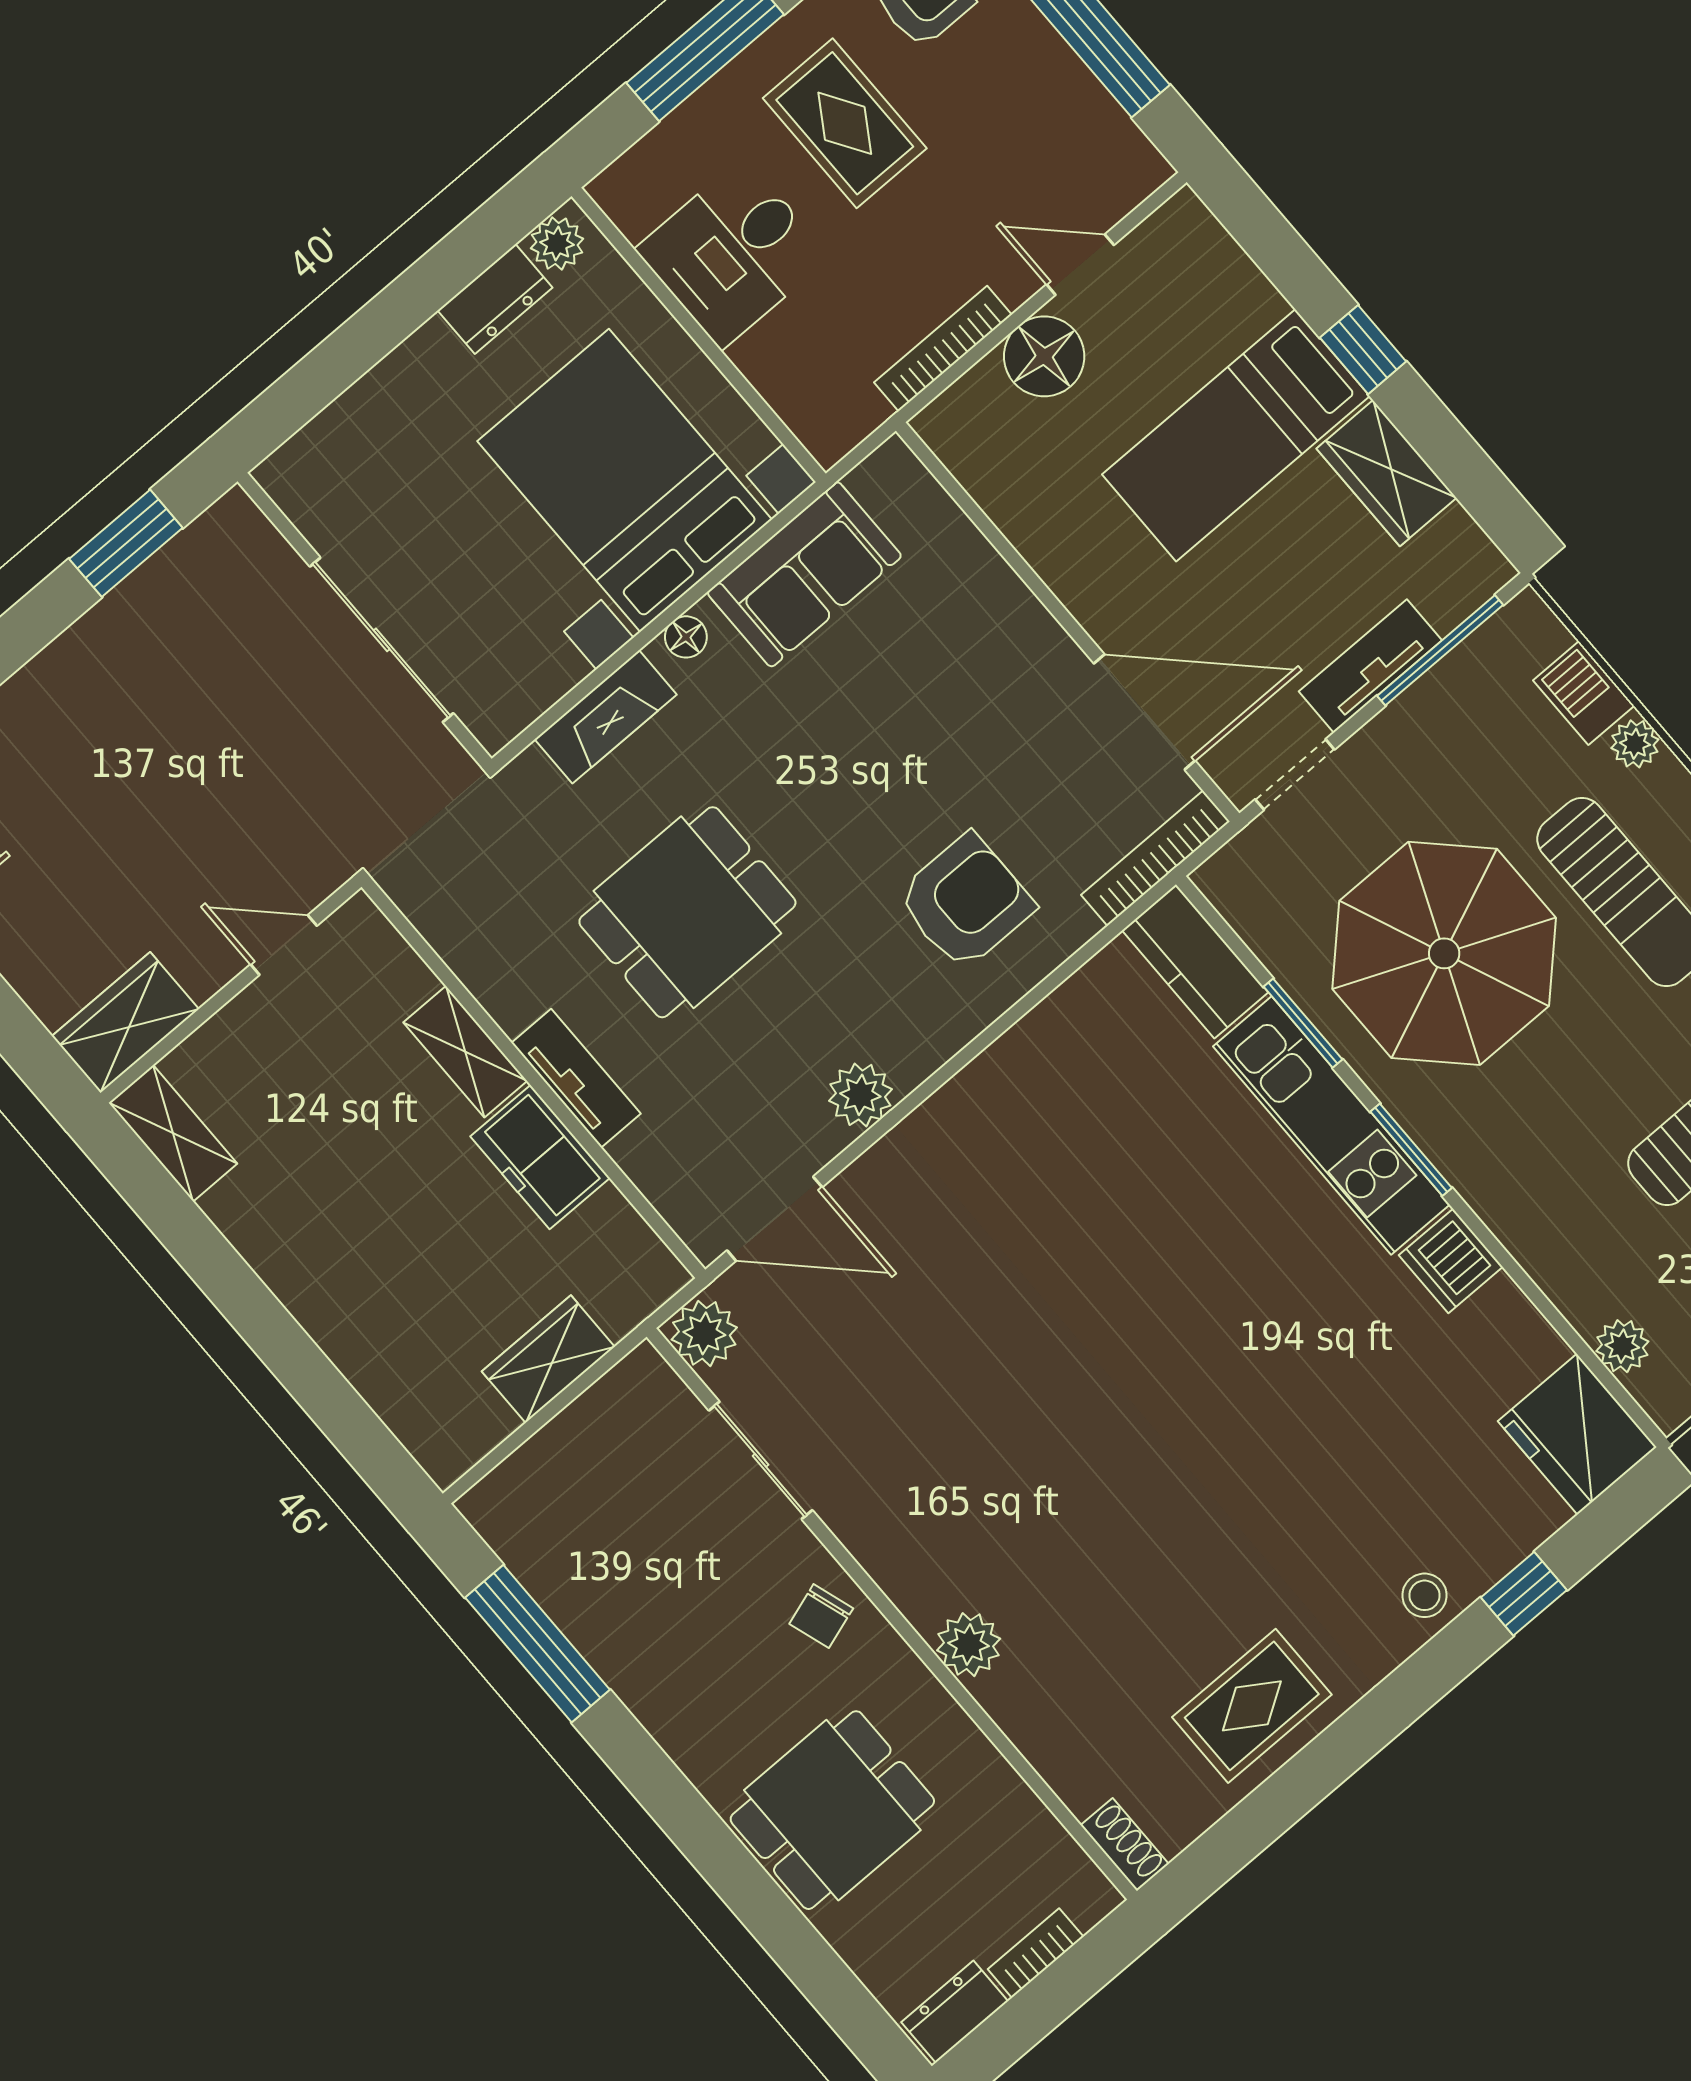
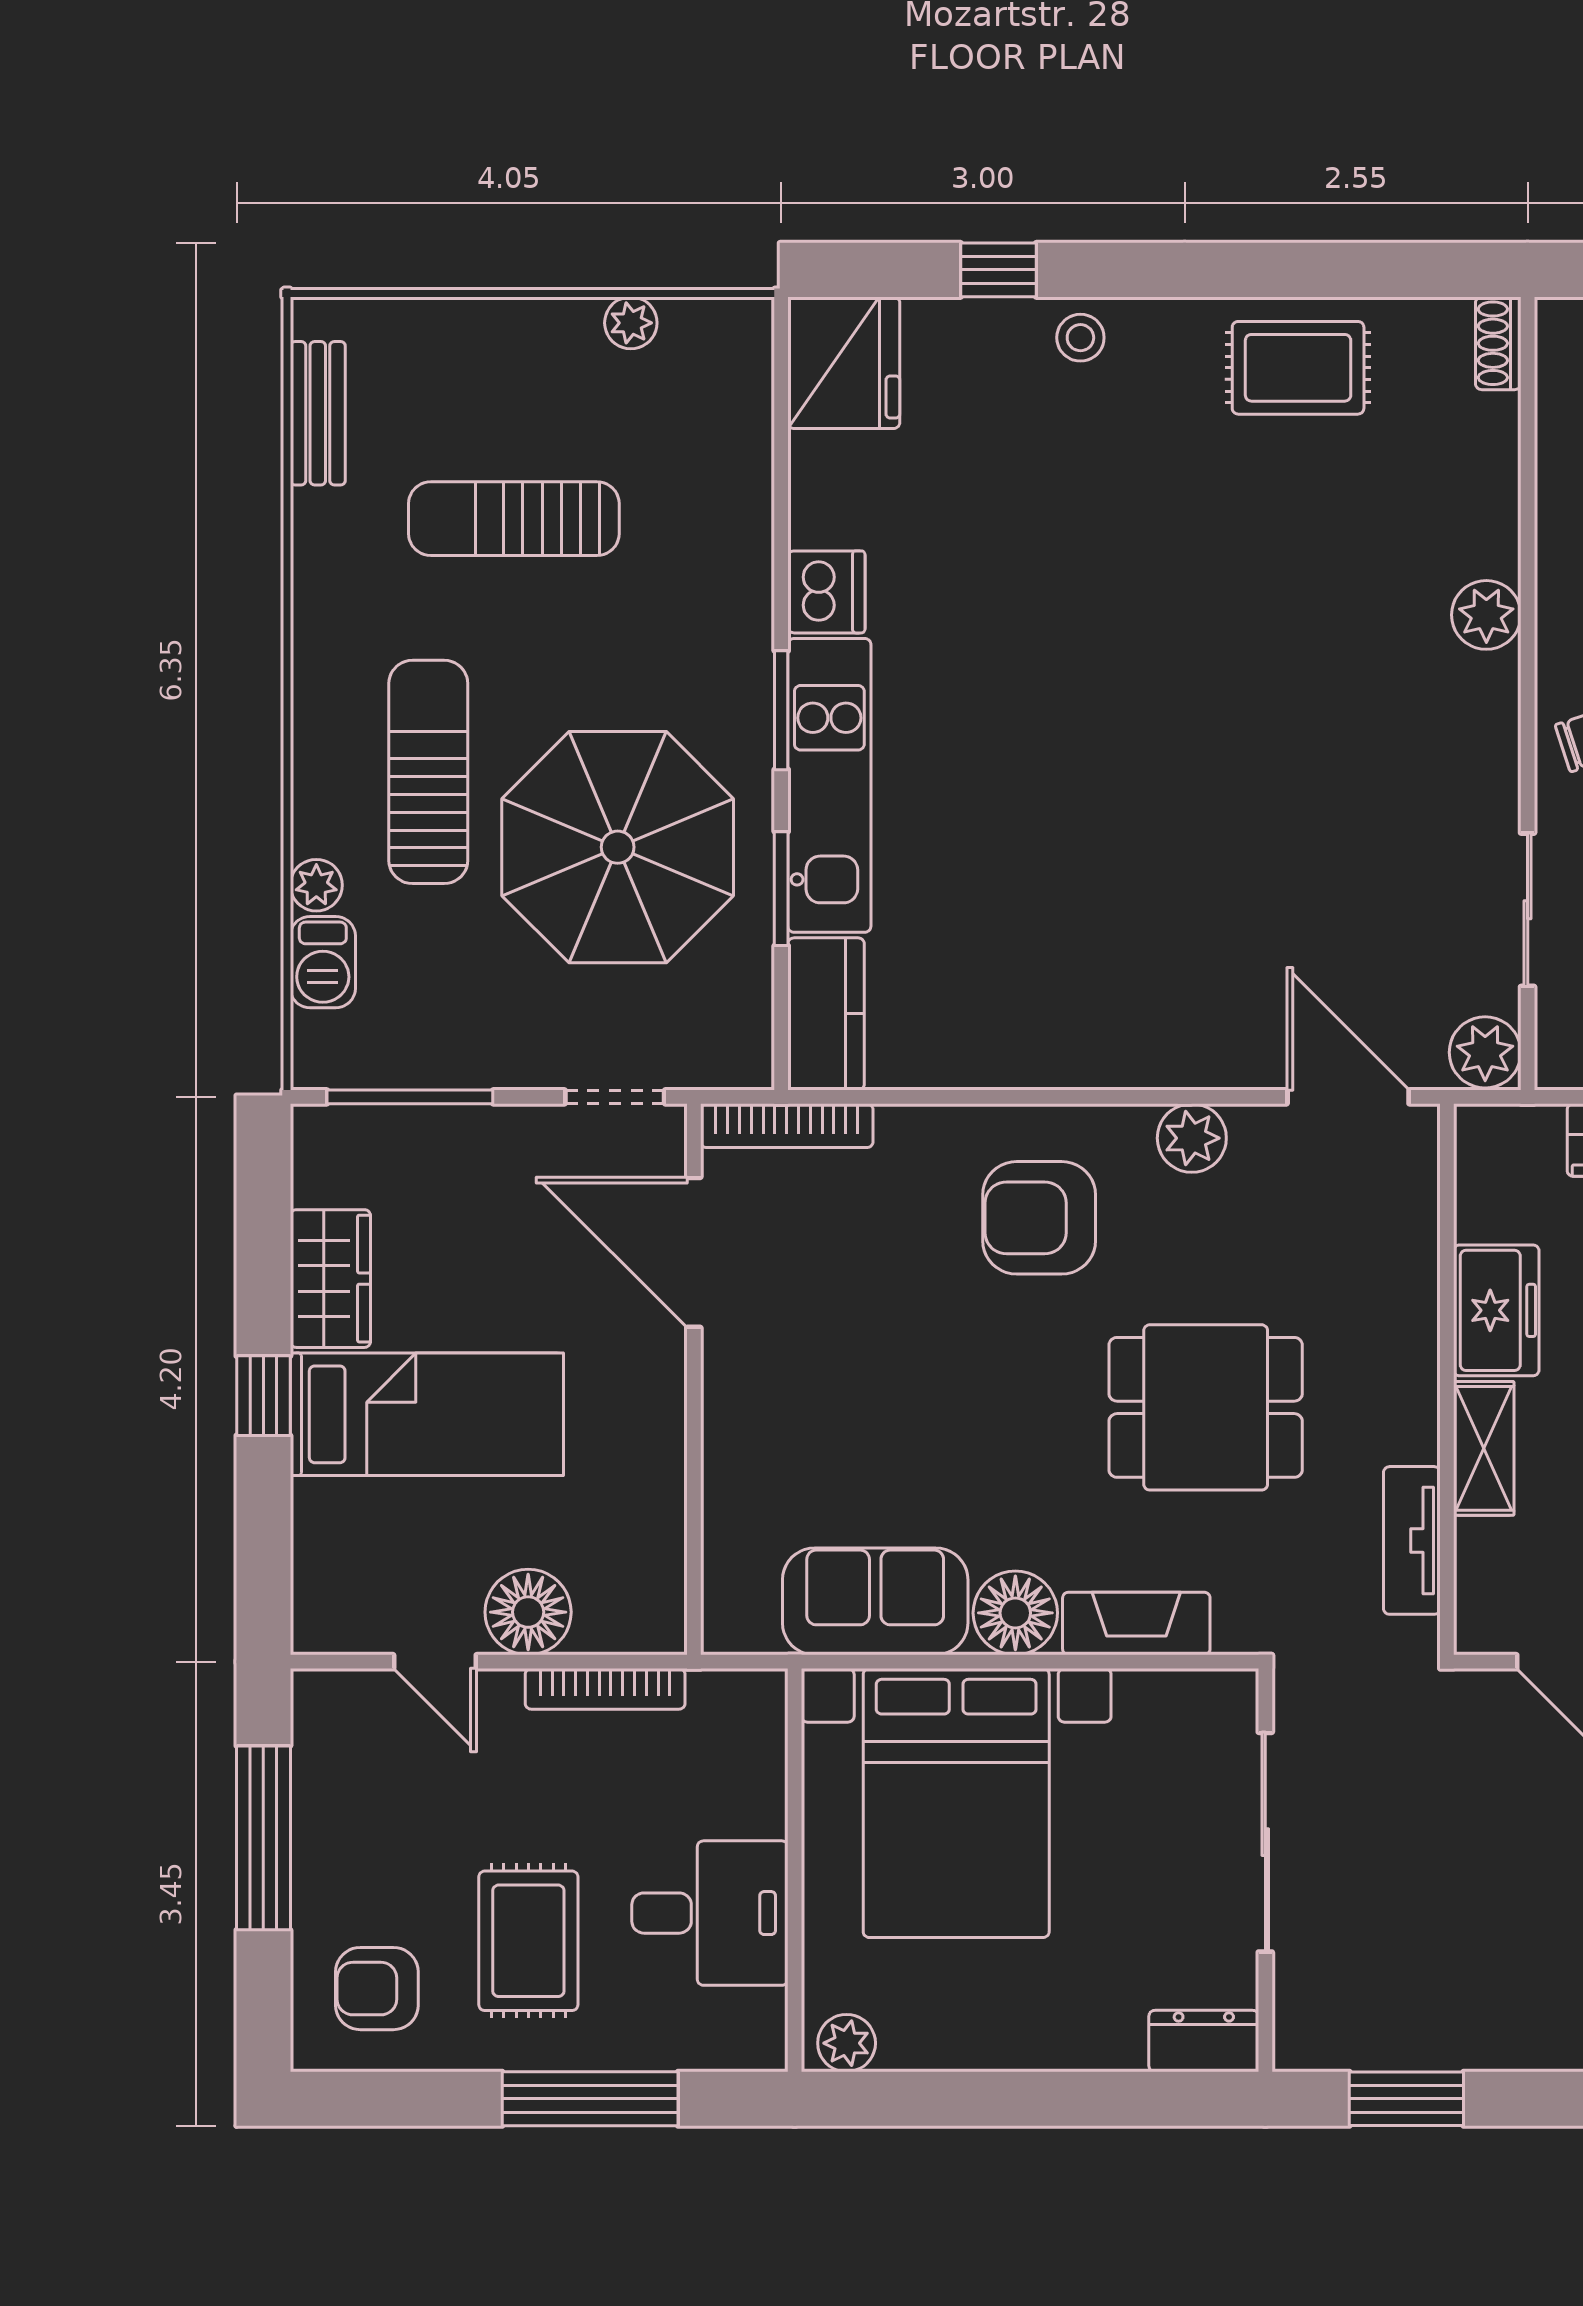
dresser: (495, 299) -> (1204, 2041), moved
floor lamp: (686, 637) -> (1015, 1613), width x1.89, depth x1.89
tv unit: (1370, 666) -> (478, 1133), removed
armchair: (965, 902) -> (1039, 1218), moved
tv unit: (576, 1078) -> (1412, 1540), moved
plant: (1622, 1346) -> (746, 403), removed

